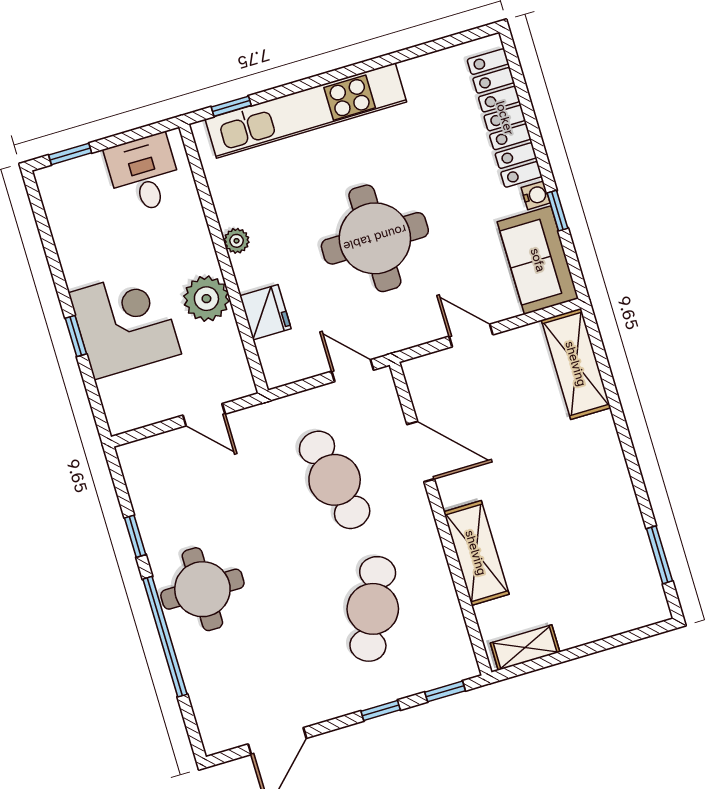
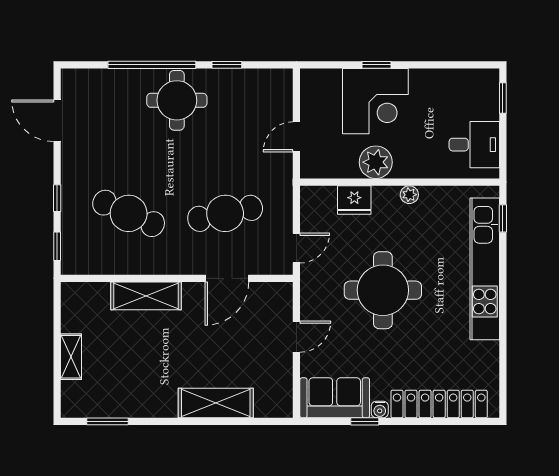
shelving: (576, 364) -> (216, 403), moved
shelving: (525, 648) -> (71, 357), moved

